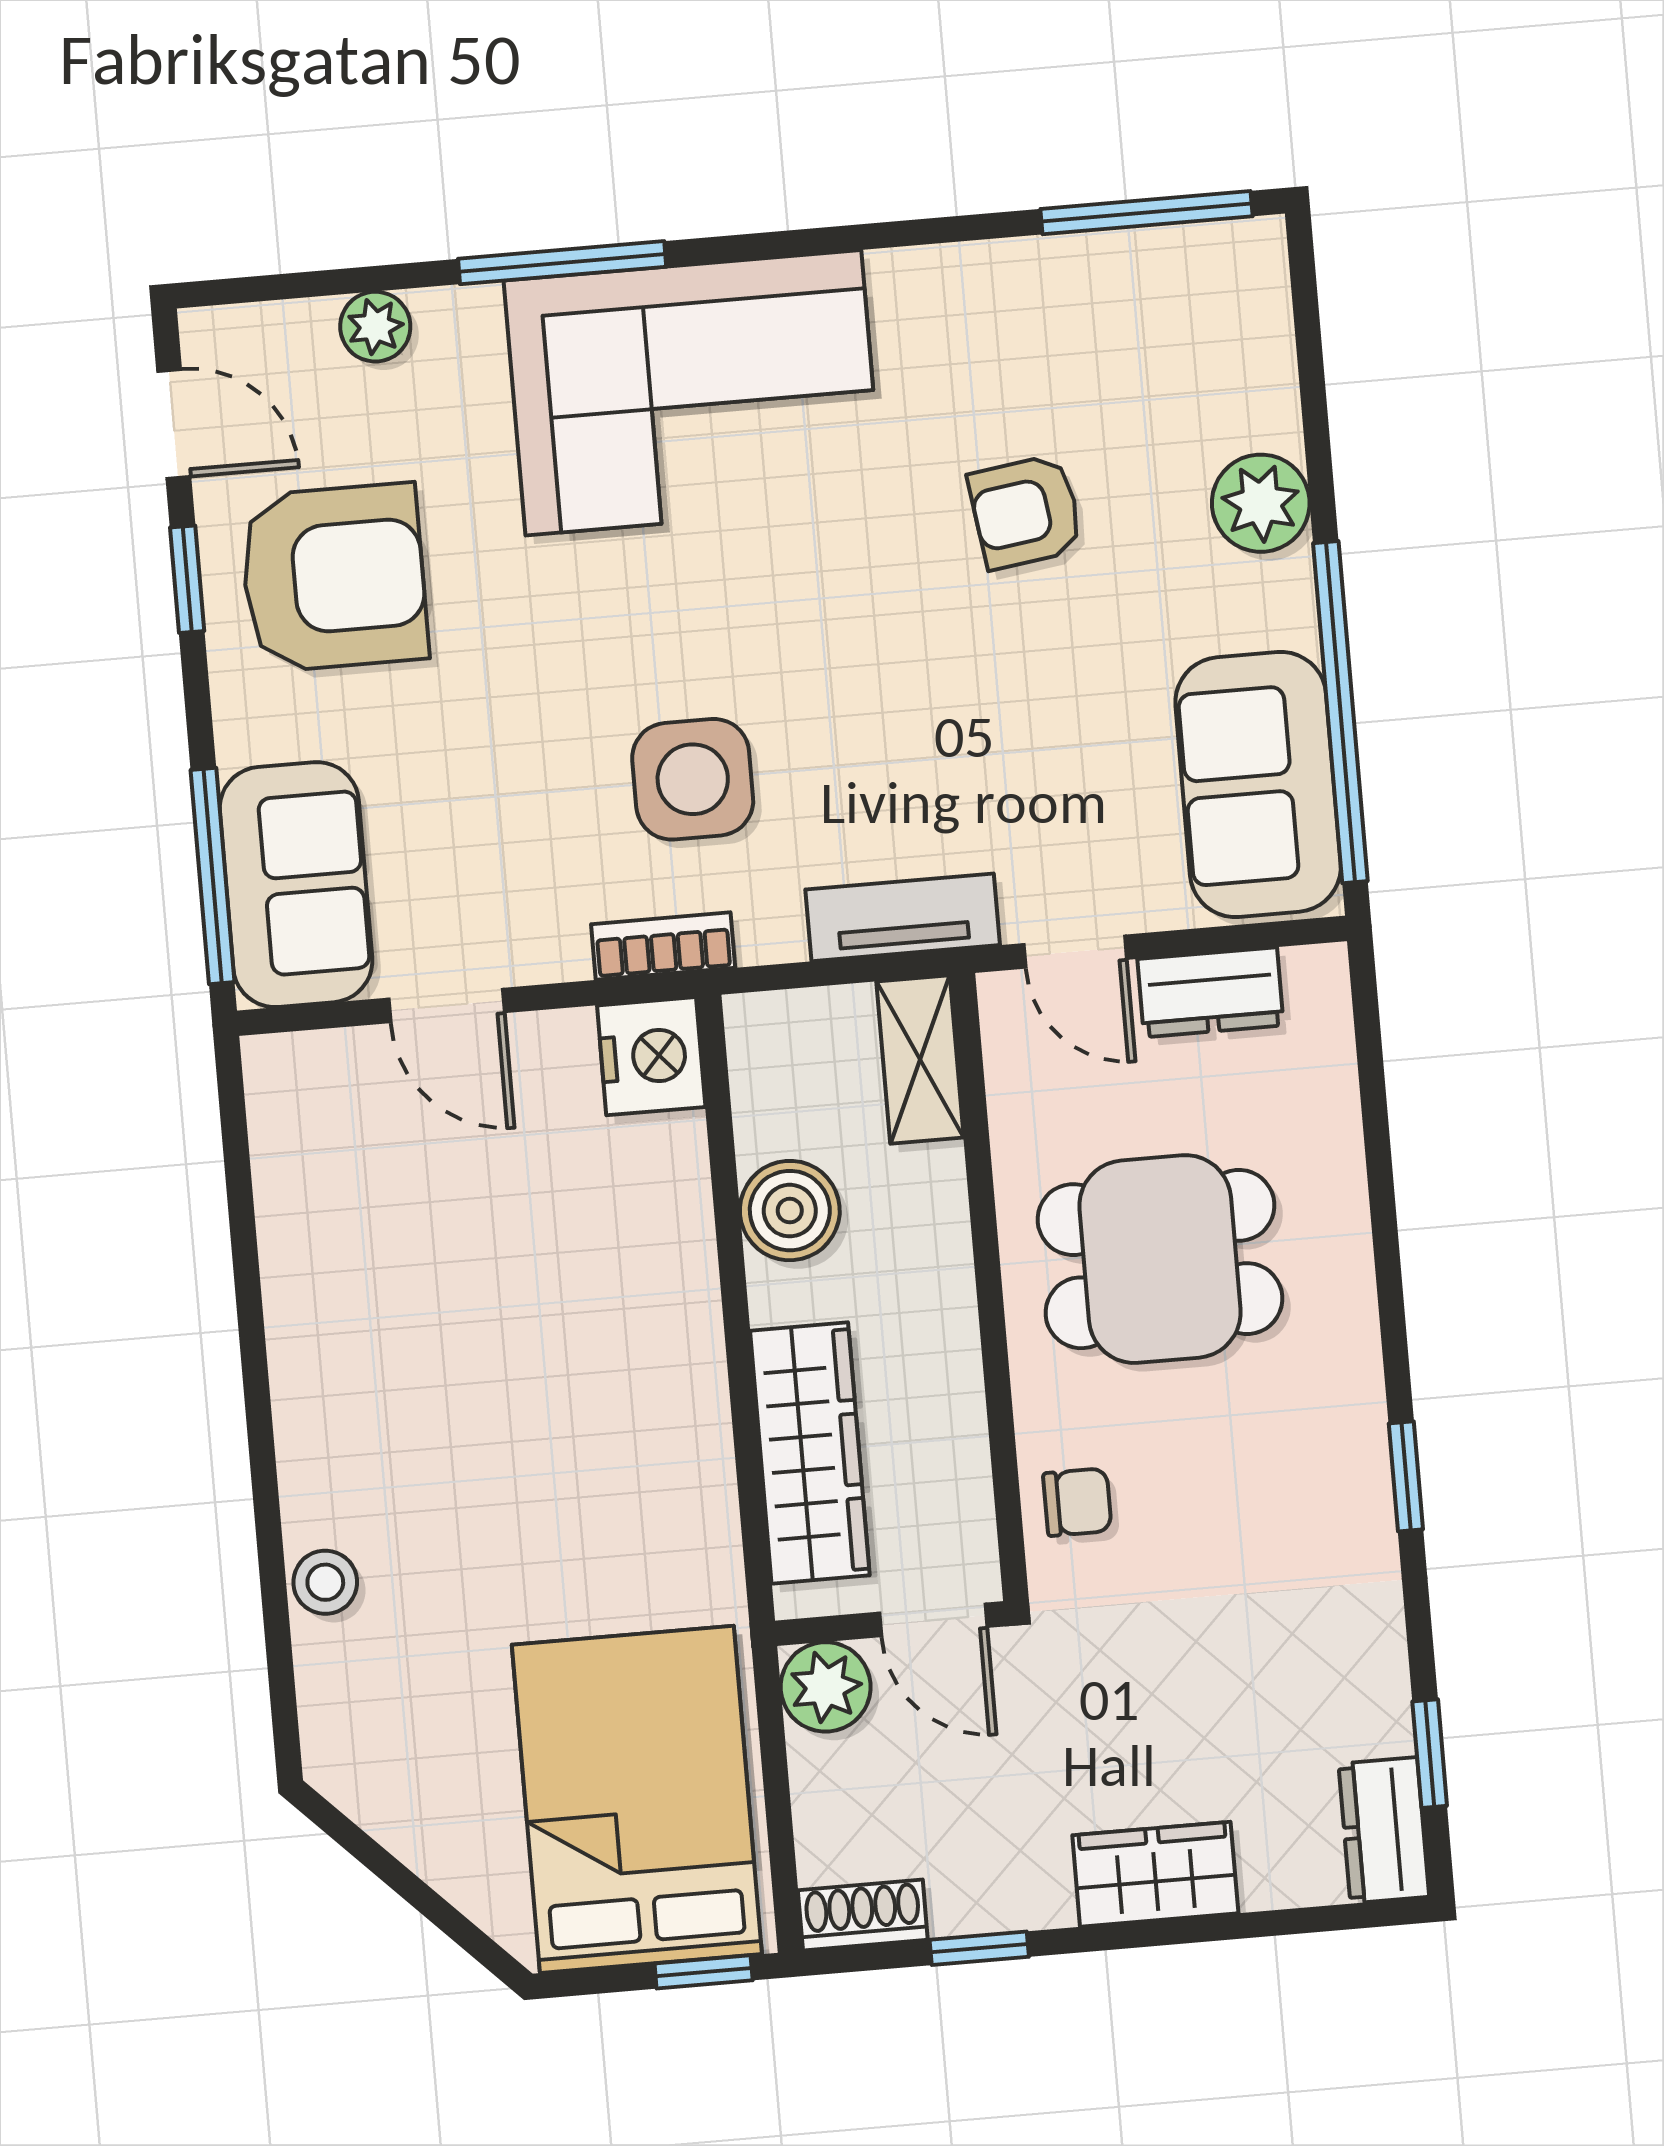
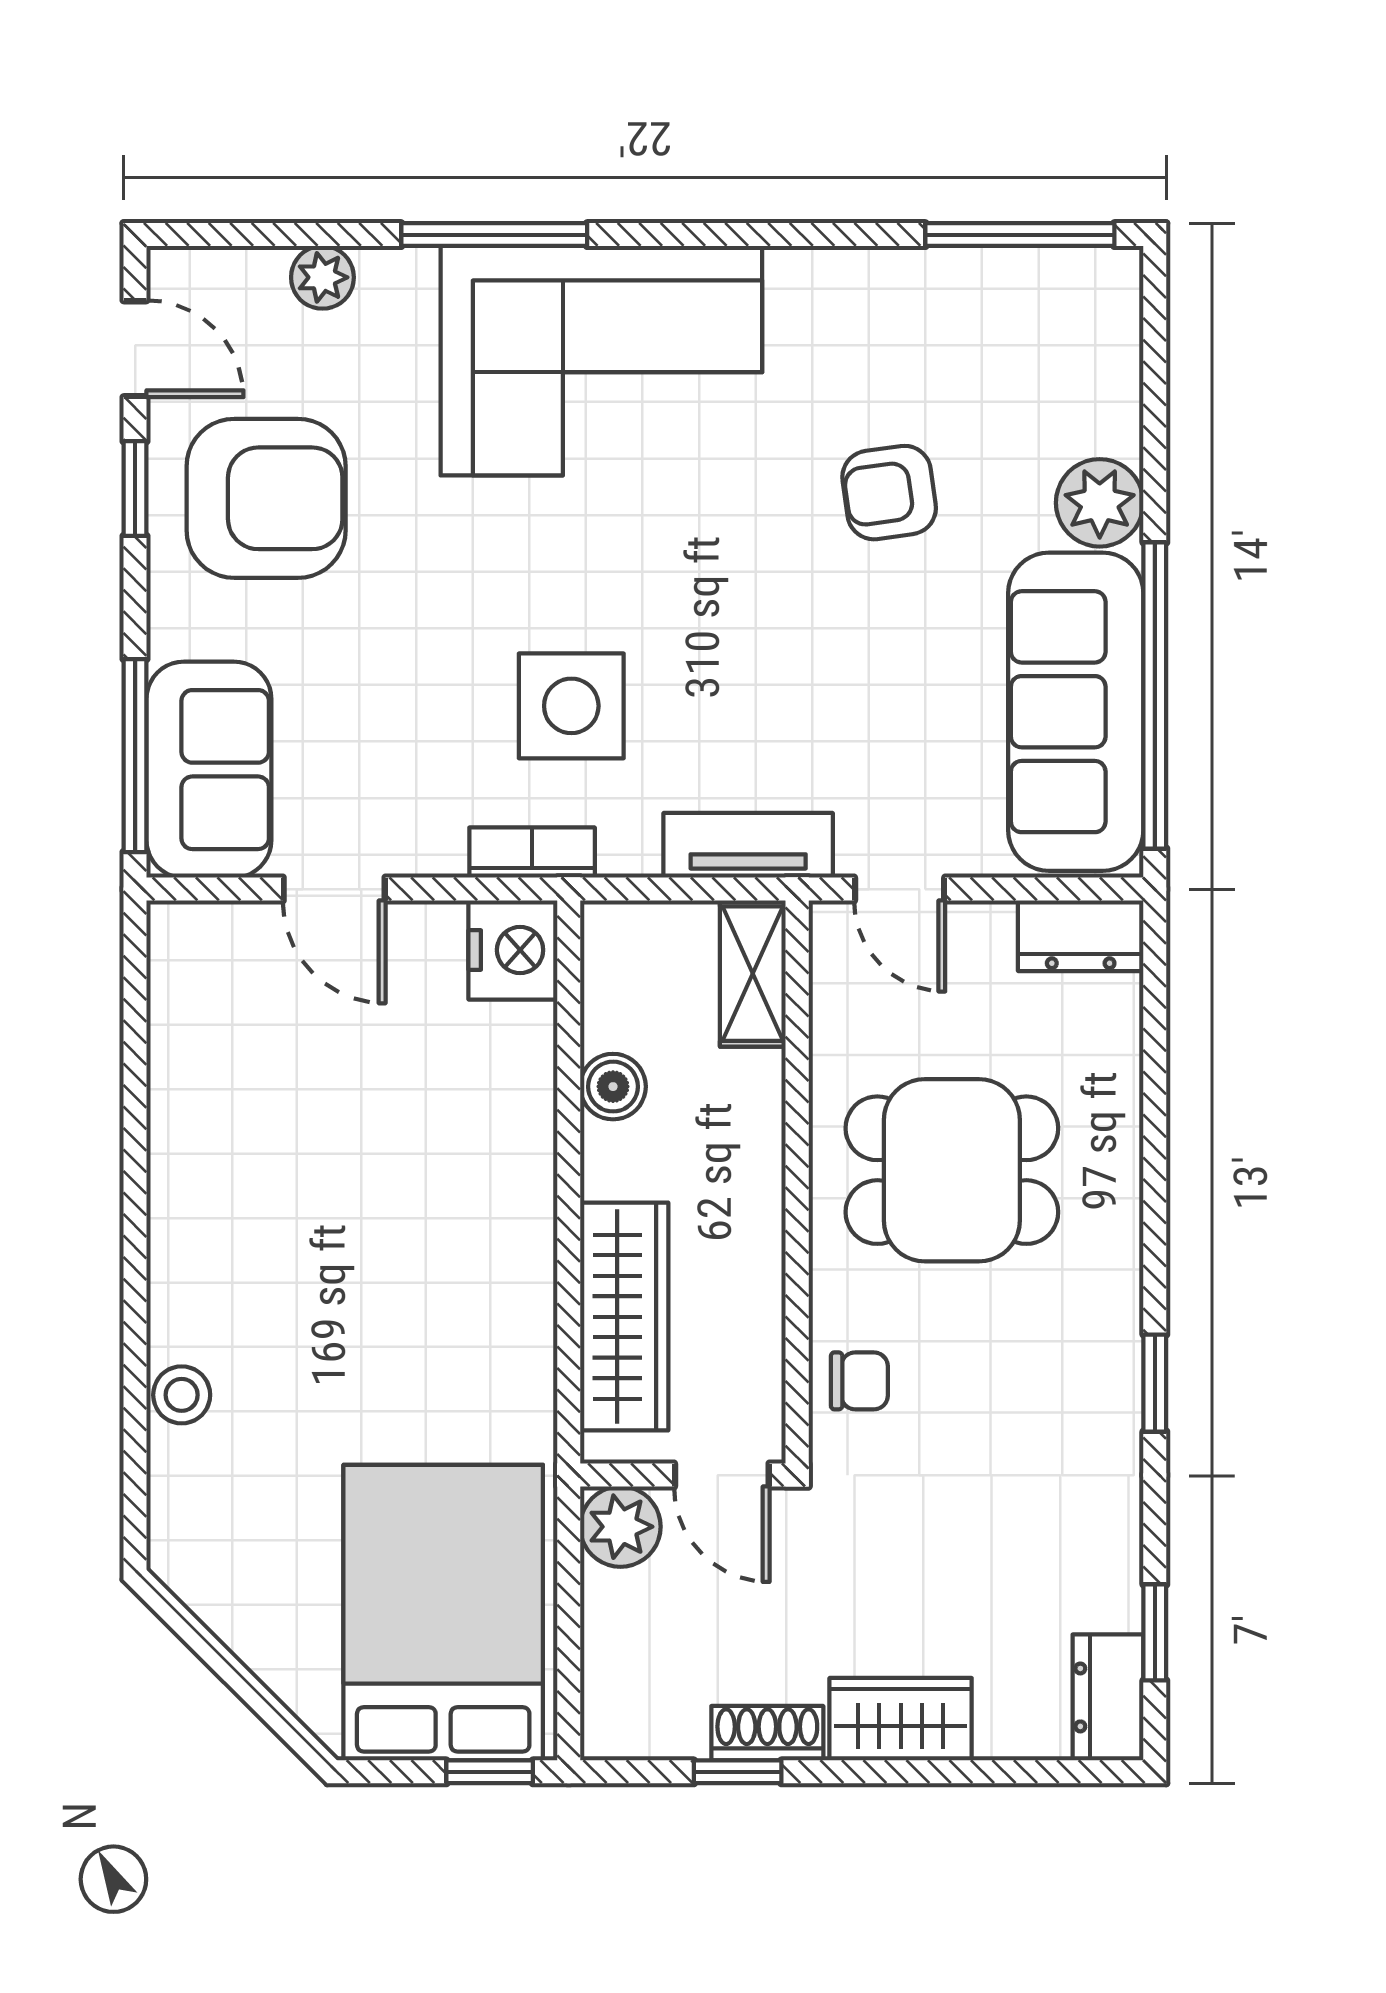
sofa: (1258, 784) -> (1076, 712), width x1.36
dresser: (1211, 992) -> (1081, 936), moved
boiler: (790, 1211) -> (613, 1087), width x0.73, depth x0.73
shoe rack: (863, 1915) -> (767, 1733), moved

